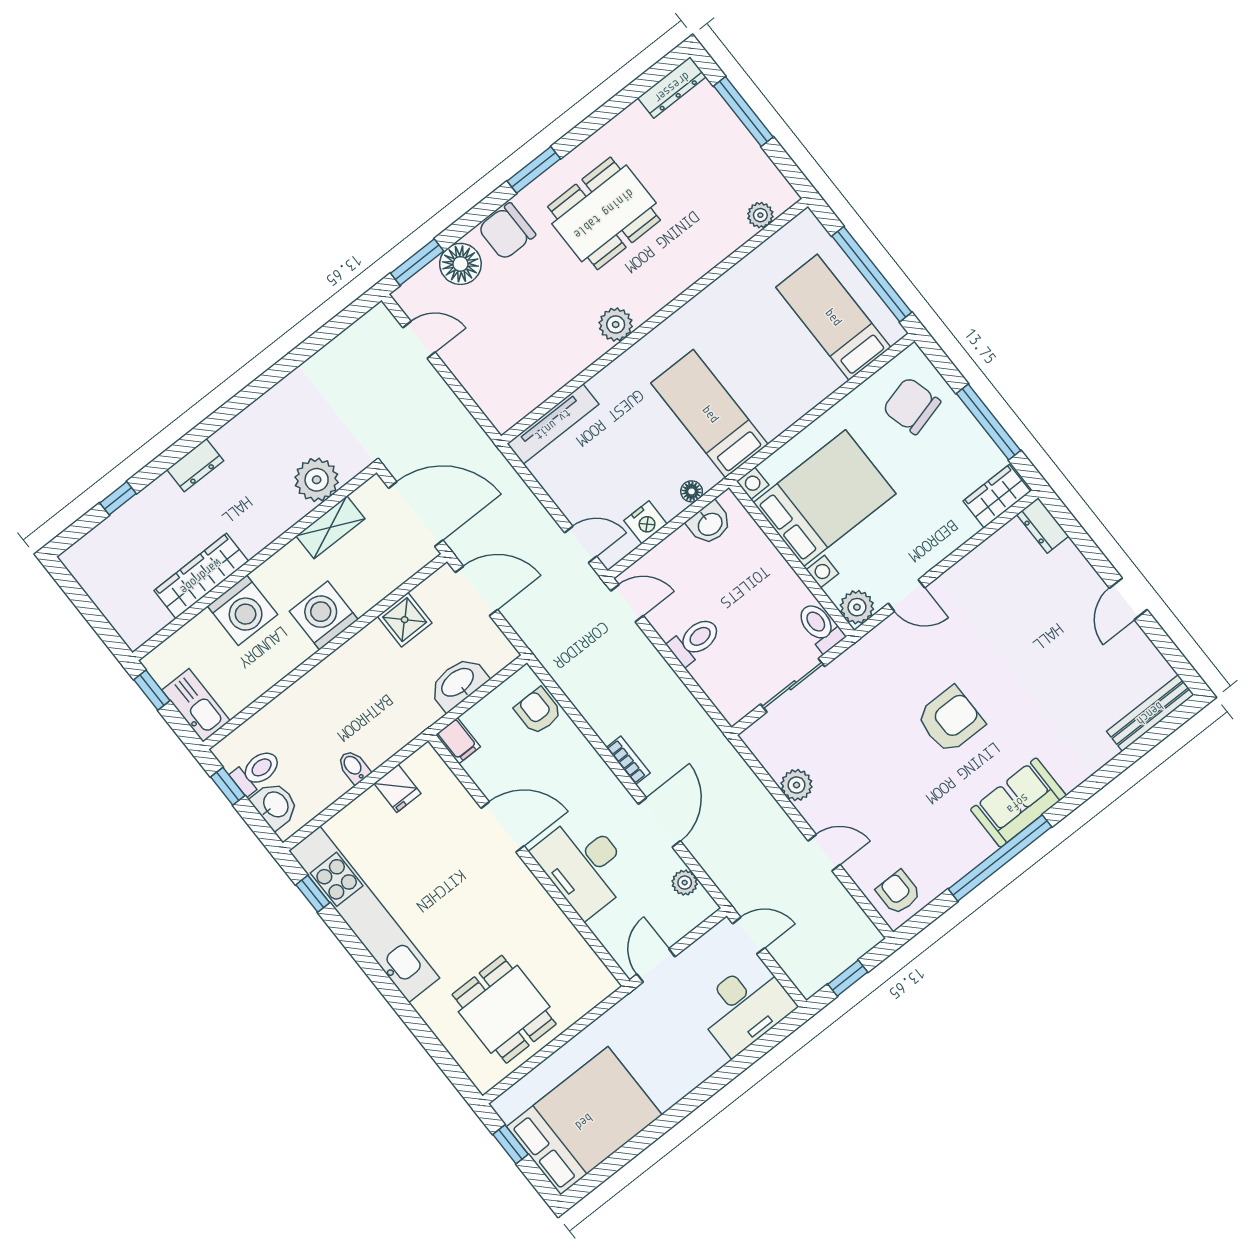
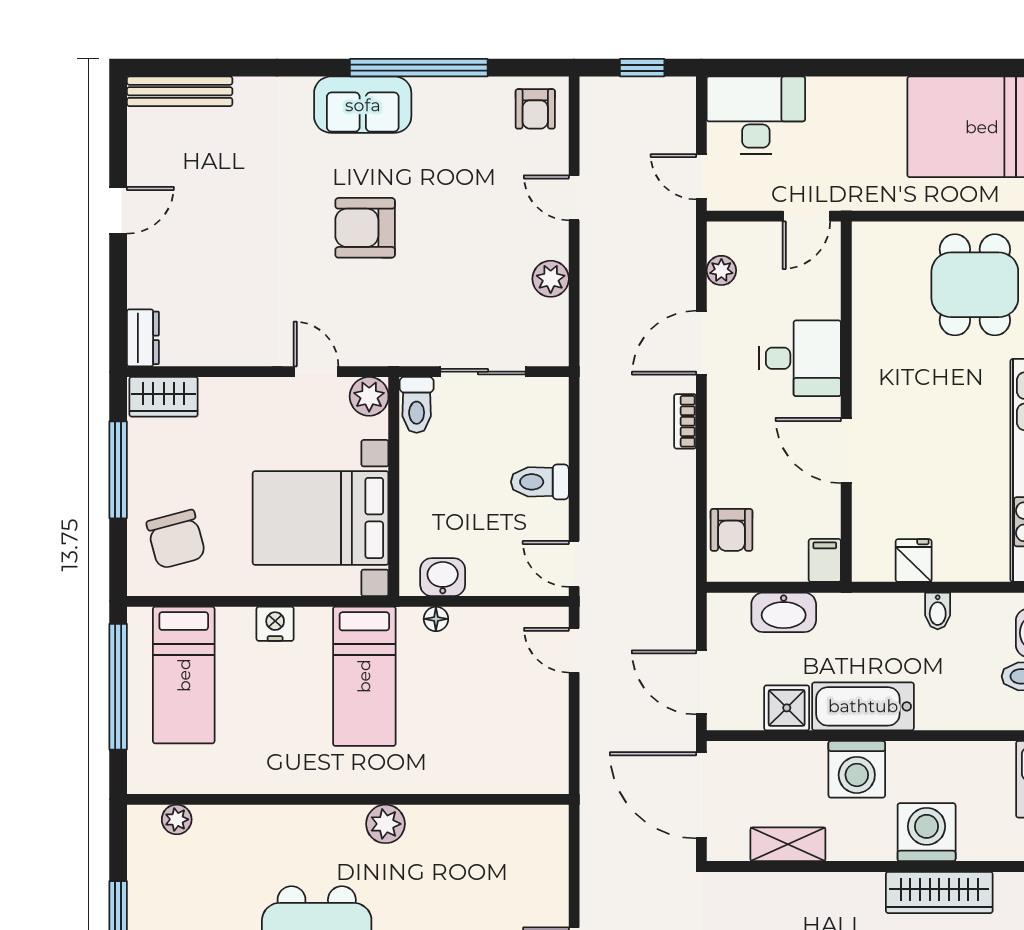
tv unit: (553, 424) -> (513, 779), removed
plant: (317, 480) -> (766, 897), removed
nightstand: (646, 522) -> (275, 624), moved
bathtub: (353, 662) -> (863, 706), added
desk: (584, 865) -> (800, 358), width x0.73

